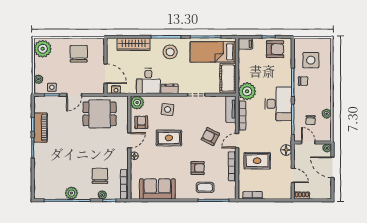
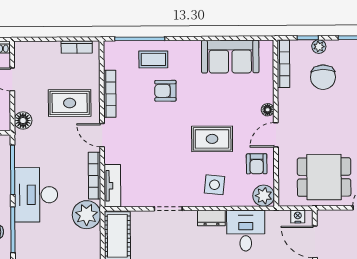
armchair: (210, 137) -> (145, 141), removed
door: (237, 141) -> (102, 135), swing flipped

